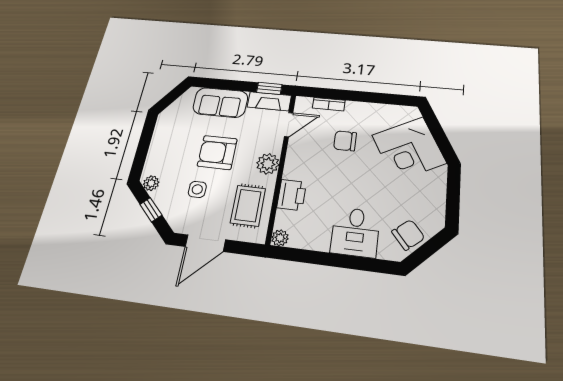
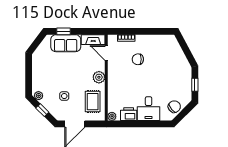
window: (269, 88) -> (64, 31), moved
door: (289, 125) -> (106, 53), swing flipped
corner desk: (409, 149) -> (171, 60), removed
armchair: (217, 152) -> (70, 74), removed
printer: (292, 195) -> (129, 114), moved, turned -90
window: (453, 198) -> (195, 85), added

